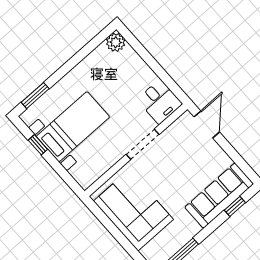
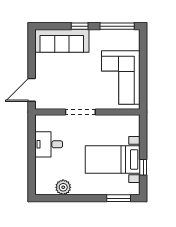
plant: (116, 42) -> (63, 187), moved
desk: (160, 102) -> (49, 144), moved, turned -90
window: (235, 206) -> (80, 26), moved

